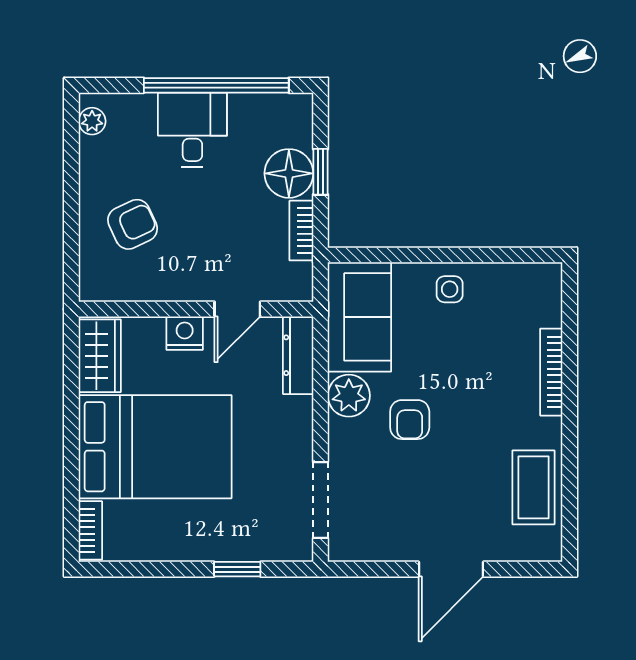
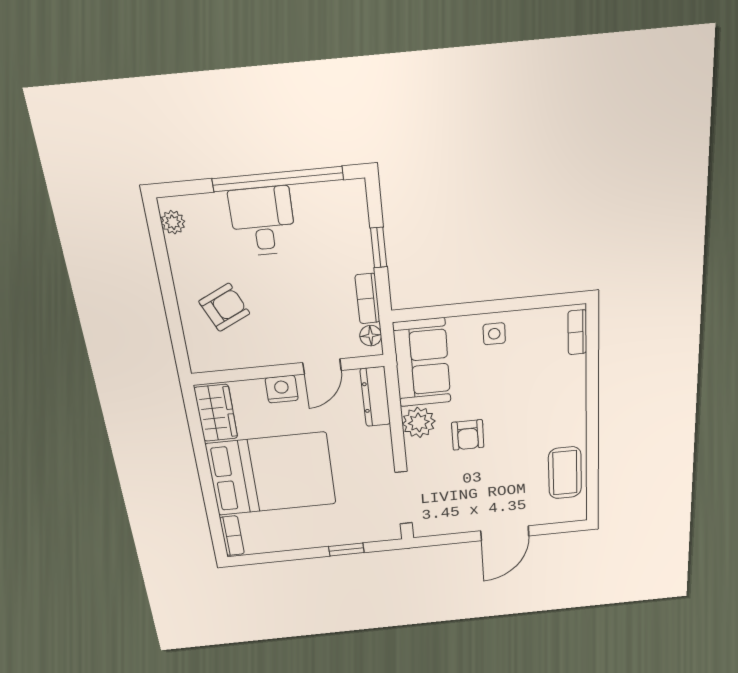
floor lamp: (289, 173) -> (371, 336), moved, width x0.53, depth x0.53
bookcase: (551, 372) -> (577, 332), moved, width x0.64

